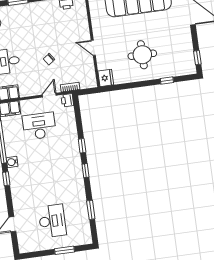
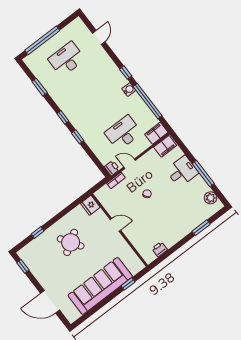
round table: (142, 55) -> (71, 242), turned -33
door: (49, 95) -> (130, 164), swing flipped
desk: (39, 126) -> (123, 133), turned 180
desk: (52, 221) -> (67, 59), turned 90
window: (65, 250) -> (42, 40), width x2.11

